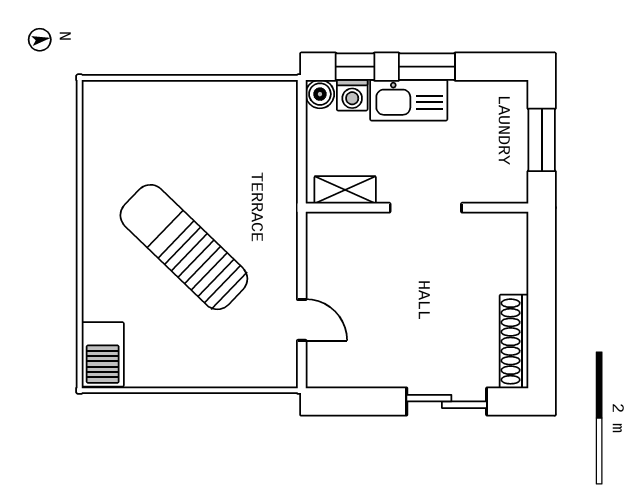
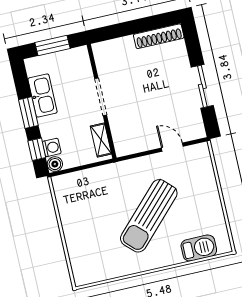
kitchen sink: (409, 100) -> (43, 95), moved
door: (302, 320) -> (172, 147), hinge flipped
barbecue: (103, 354) -> (199, 248), moved
sliding door: (447, 401) -> (202, 86), moved

